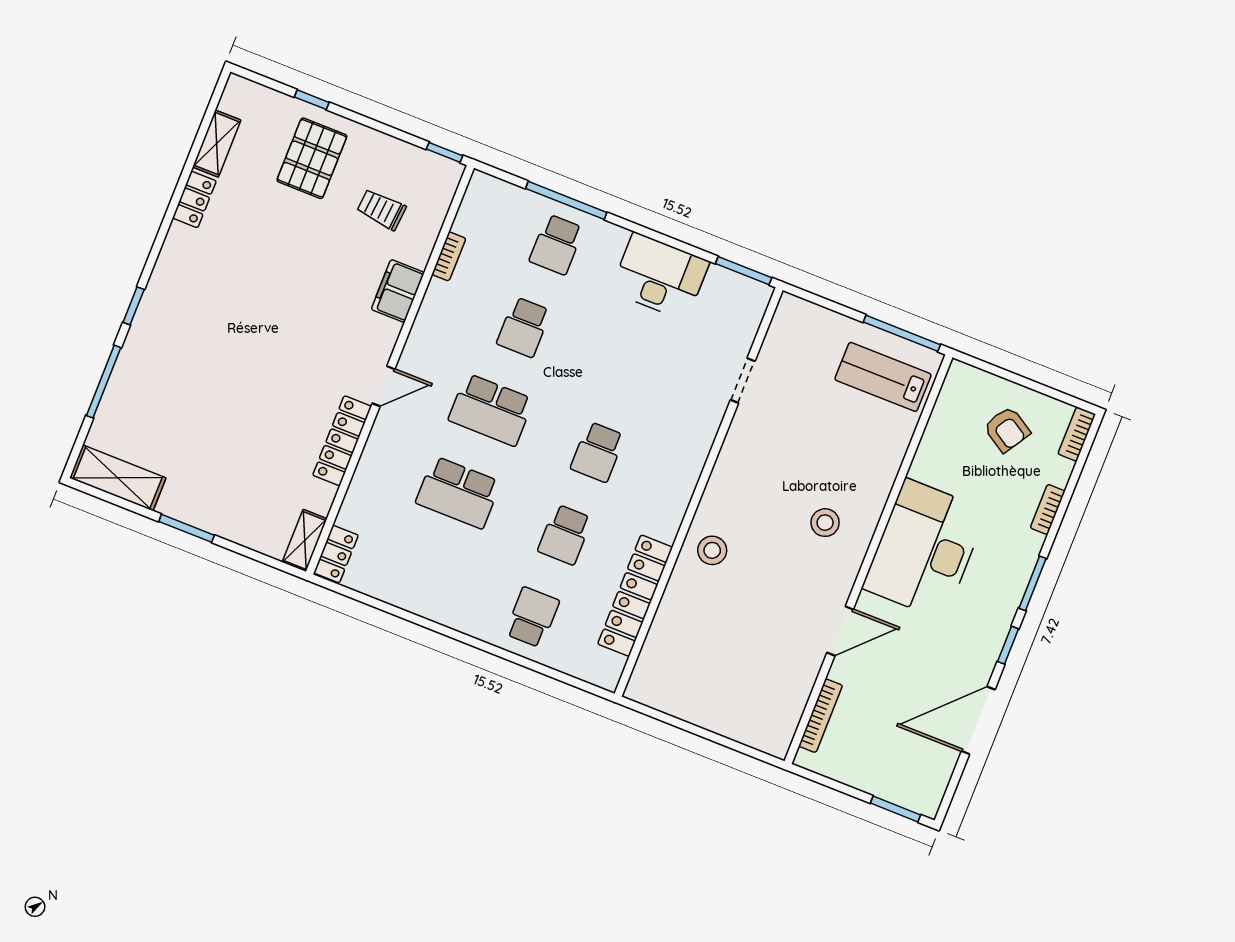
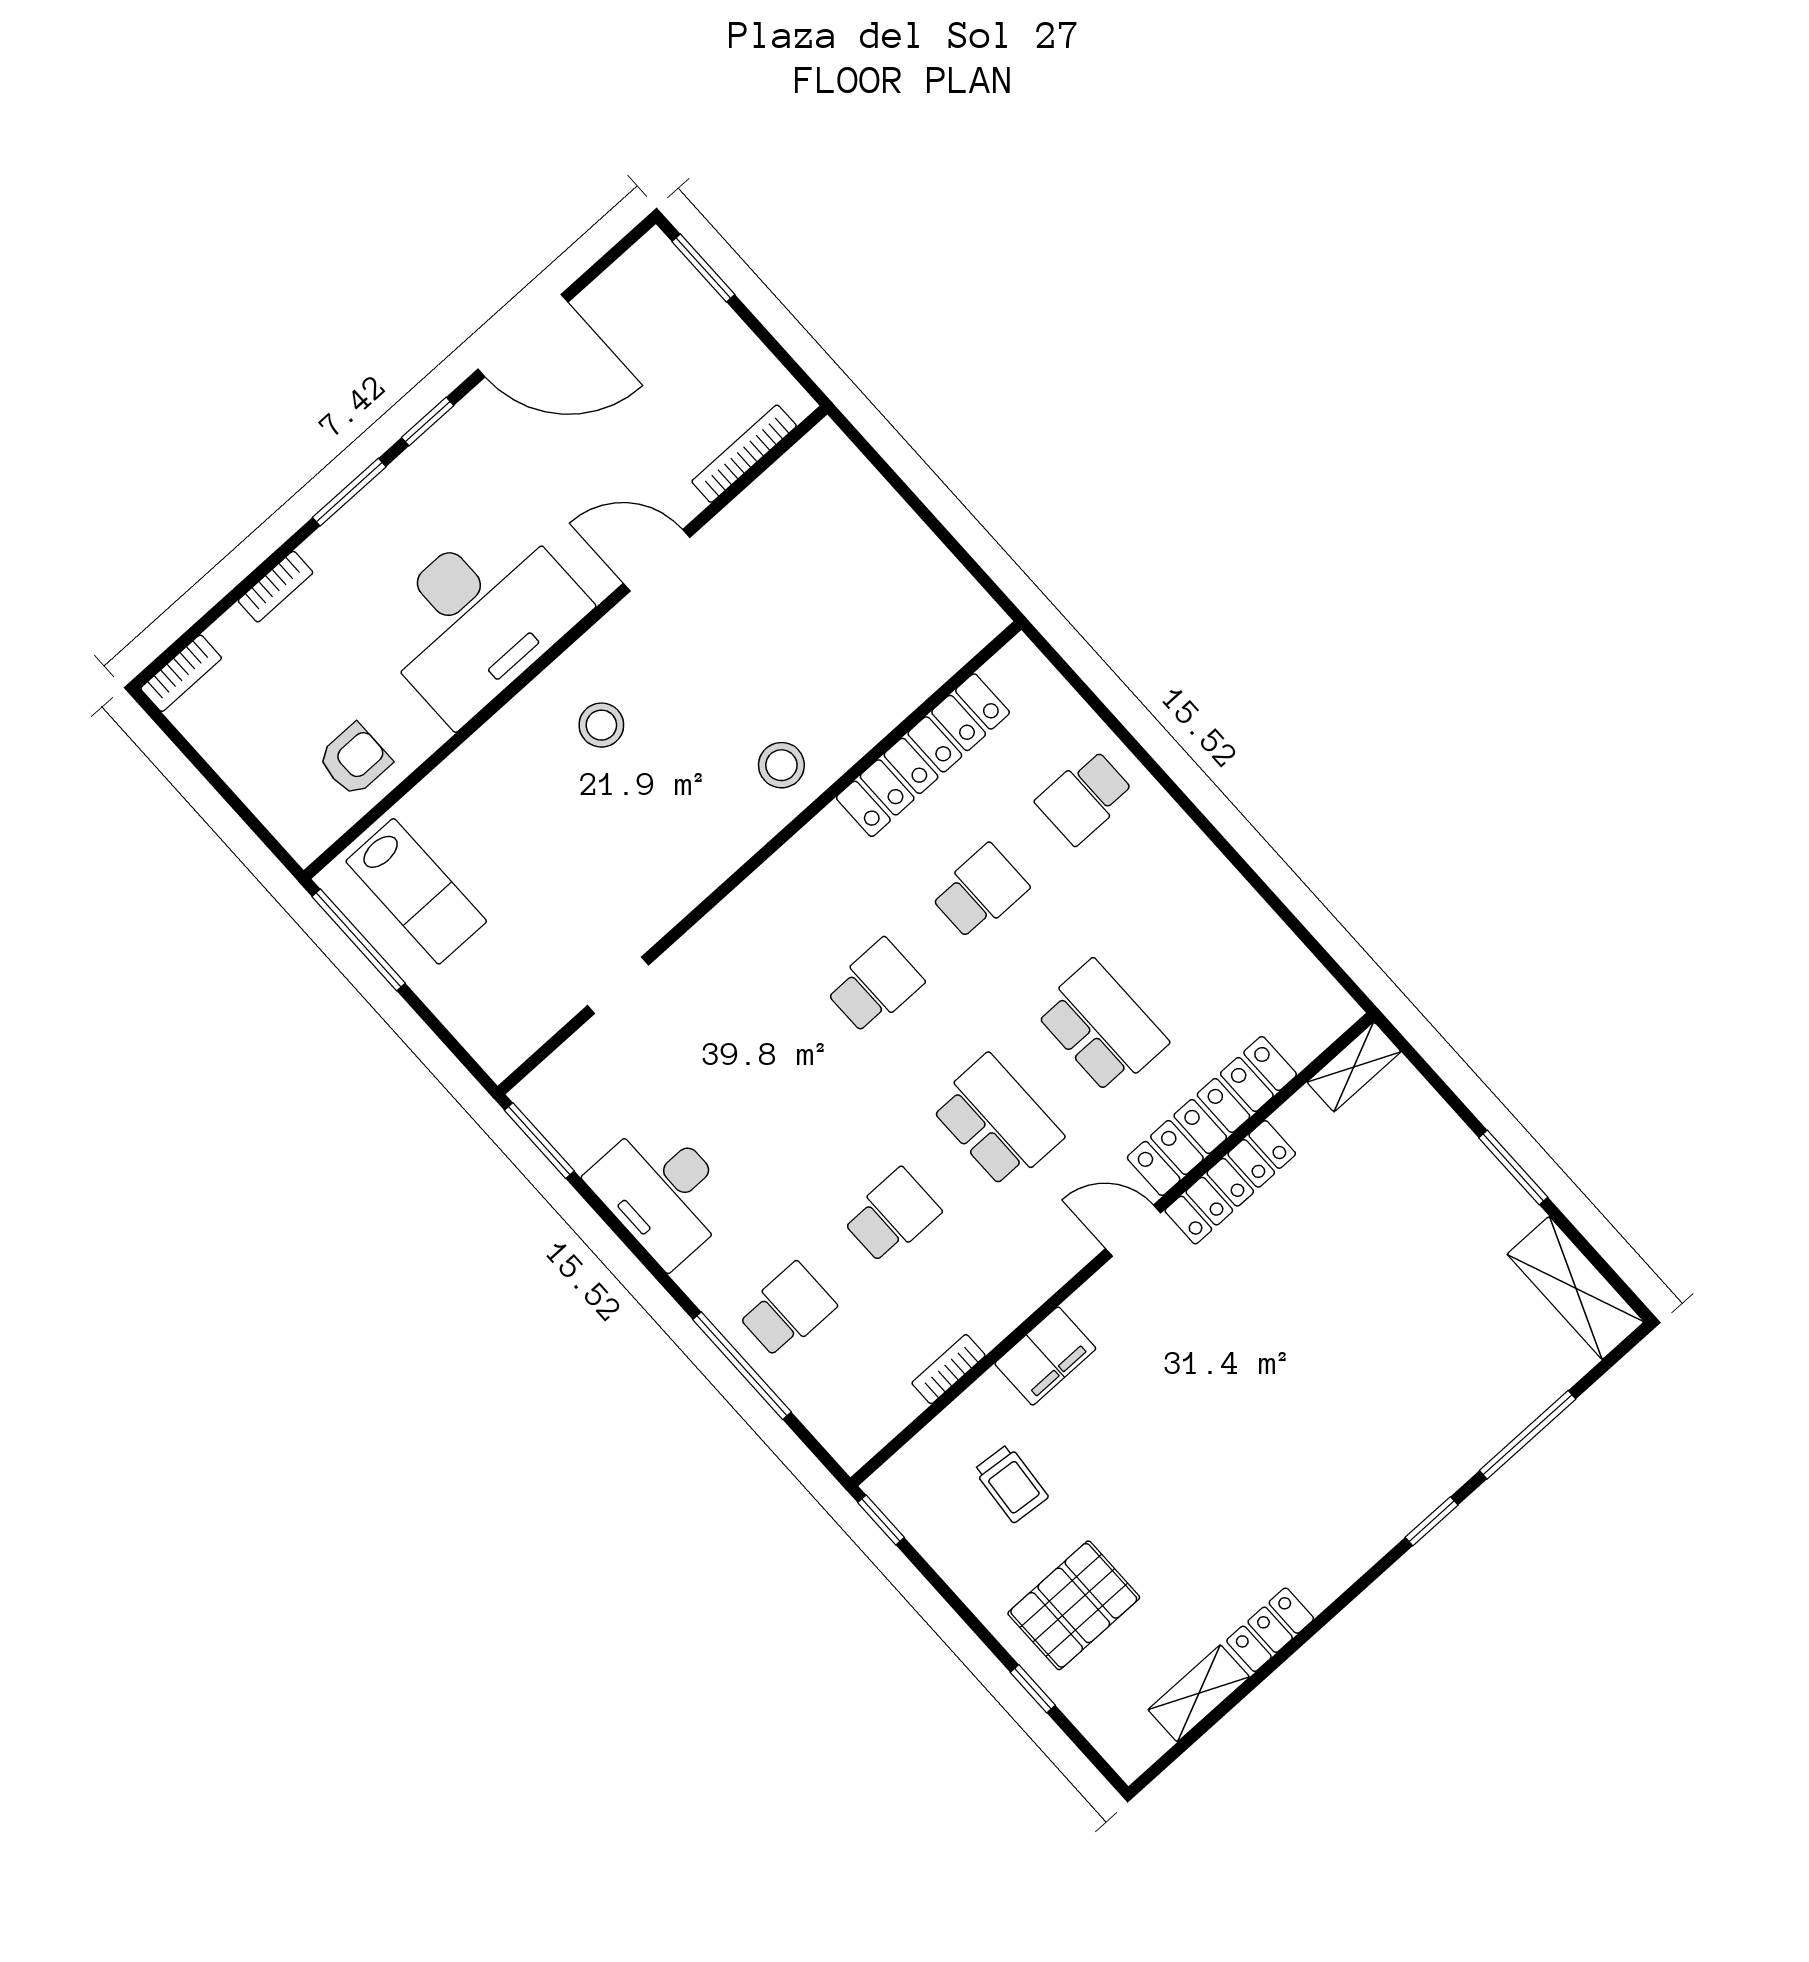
armchair: (1007, 429) -> (354, 760), moved, turned 58
locker: (336, 554) -> (1212, 1116), moved, width x2.16, depth x1.21

